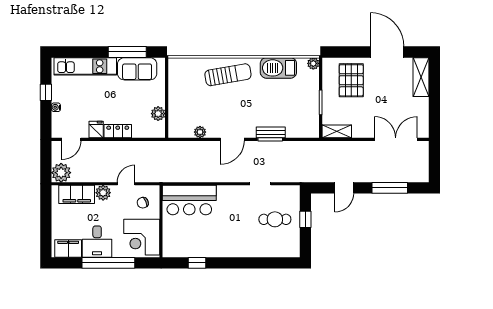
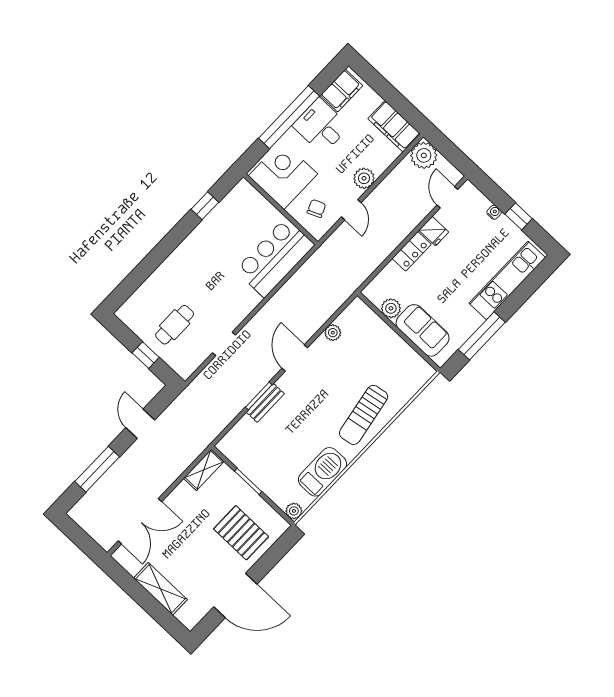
sofa: (137, 69) -> (423, 330), moved, turned 90
shelving: (421, 77) -> (160, 589), moved
filing cabinet: (77, 194) -> (394, 126), moved, turned -90

